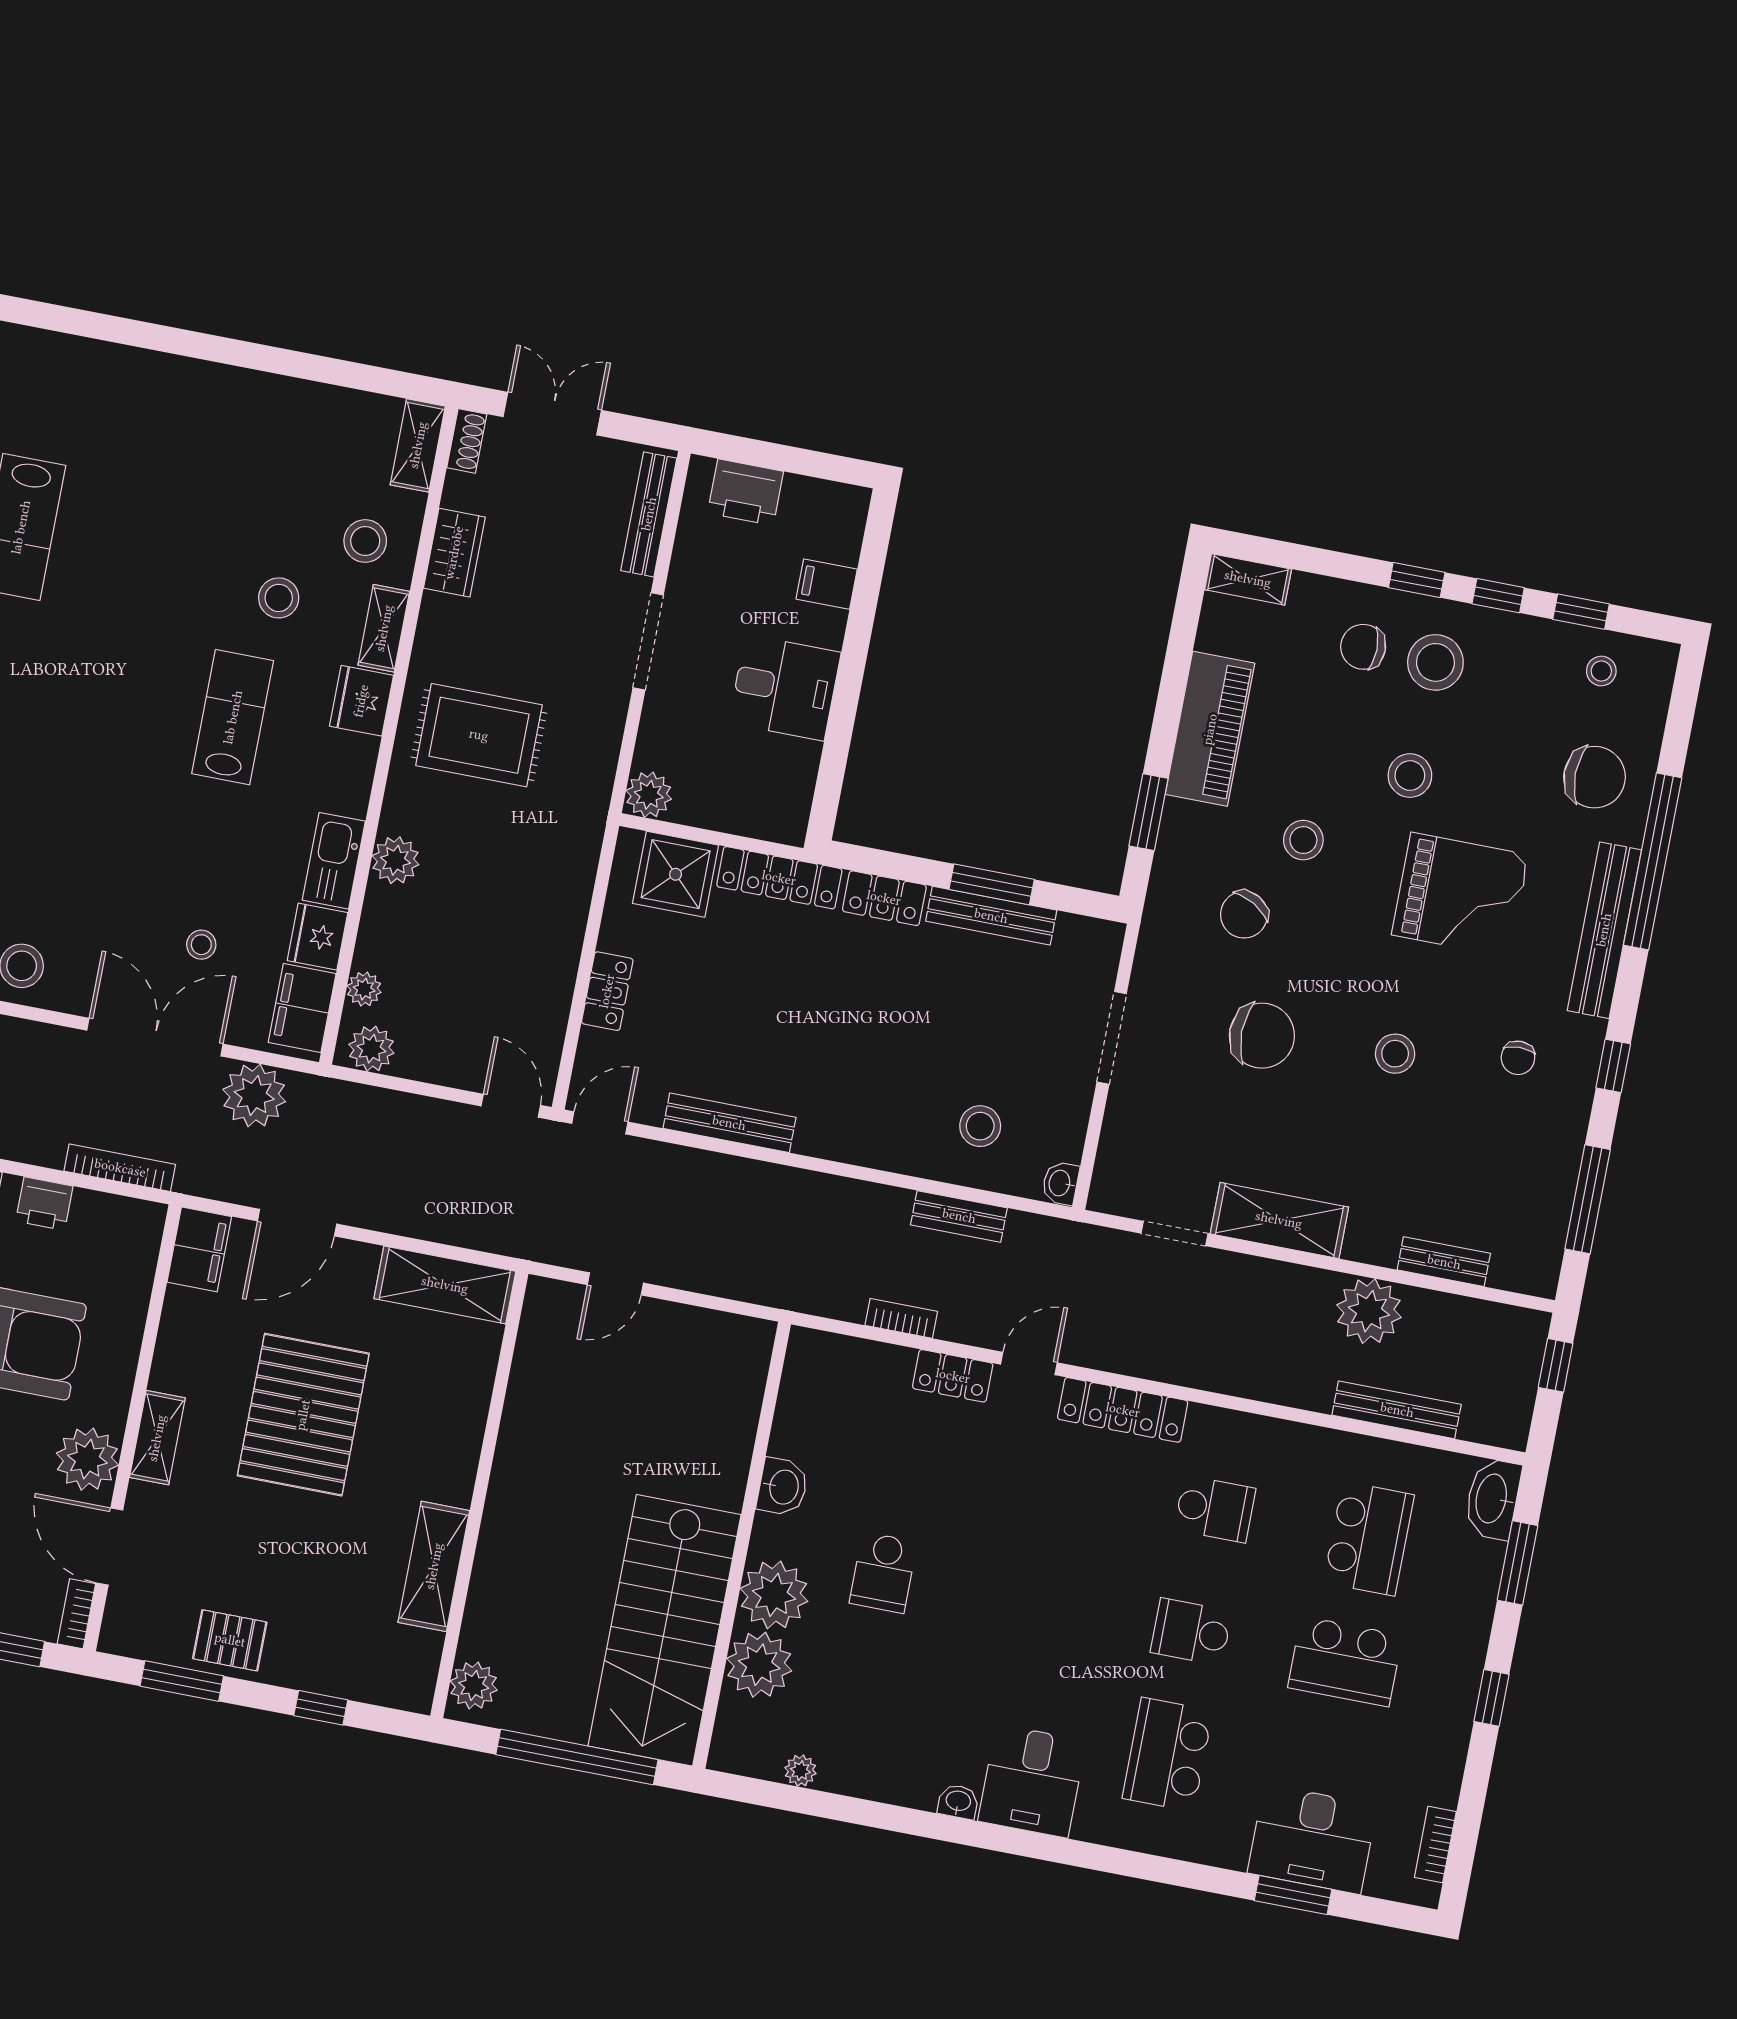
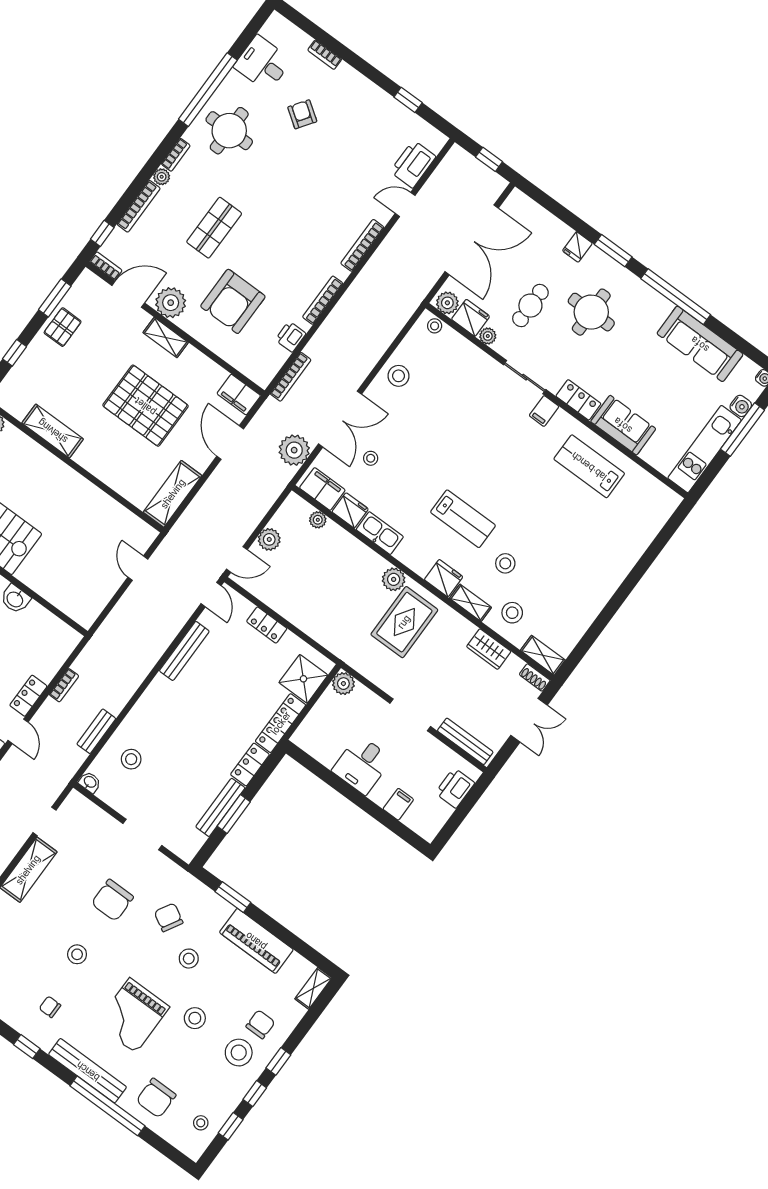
plant: (395, 860) -> (394, 579), moved
plant: (371, 1049) -> (269, 539), moved

